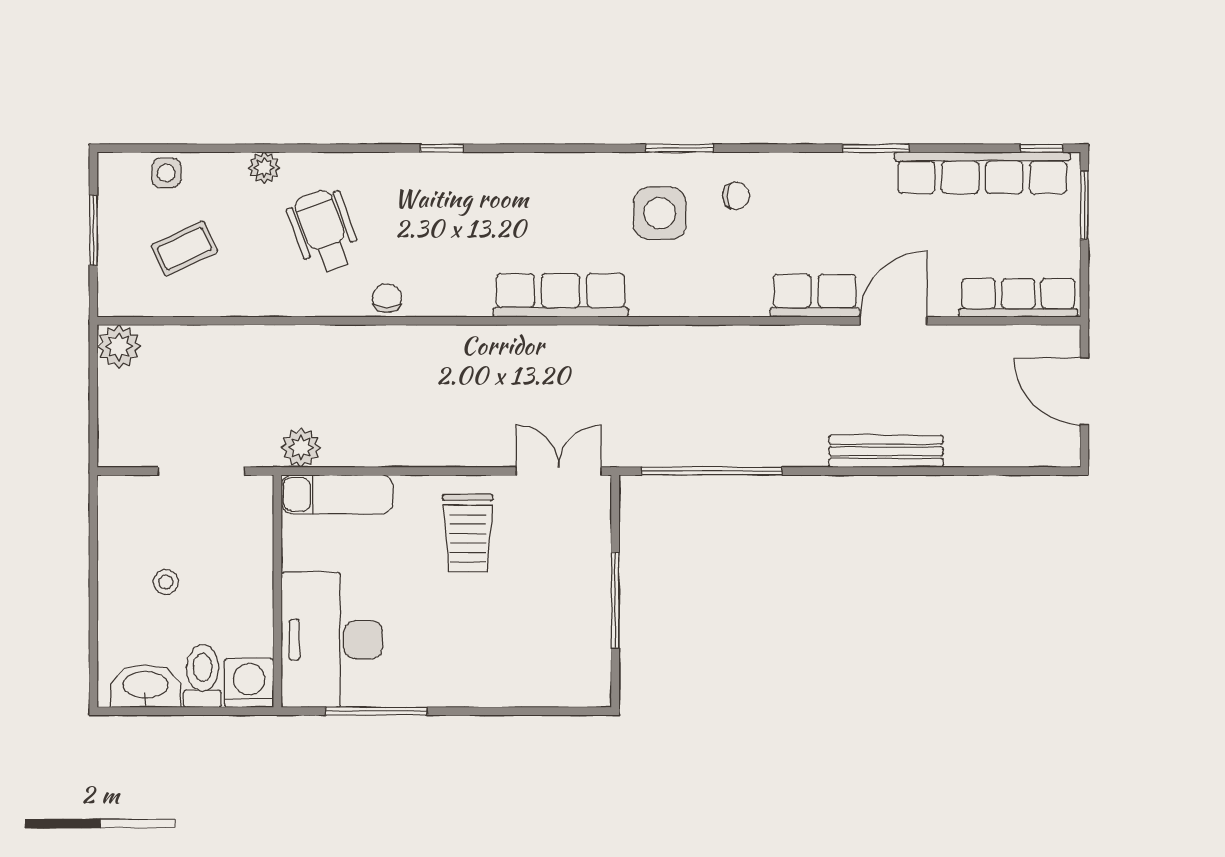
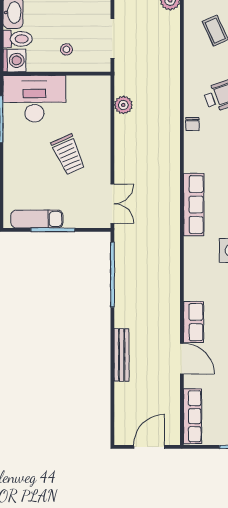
chair: (387, 298) -> (192, 124), turned 89
plant: (301, 448) -> (123, 105), moved
exam couch: (337, 494) -> (37, 219), moved, turned 90
trolley: (468, 533) -> (68, 155), moved, turned -114
stool: (166, 582) -> (66, 49), moved

